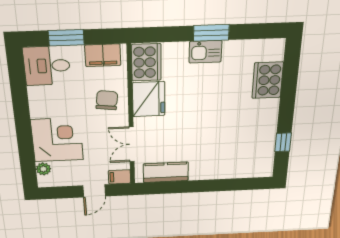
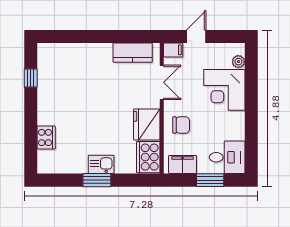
cooker: (268, 80) -> (46, 137), width x0.73, depth x0.76
chair: (107, 100) -> (181, 125), turned -97

